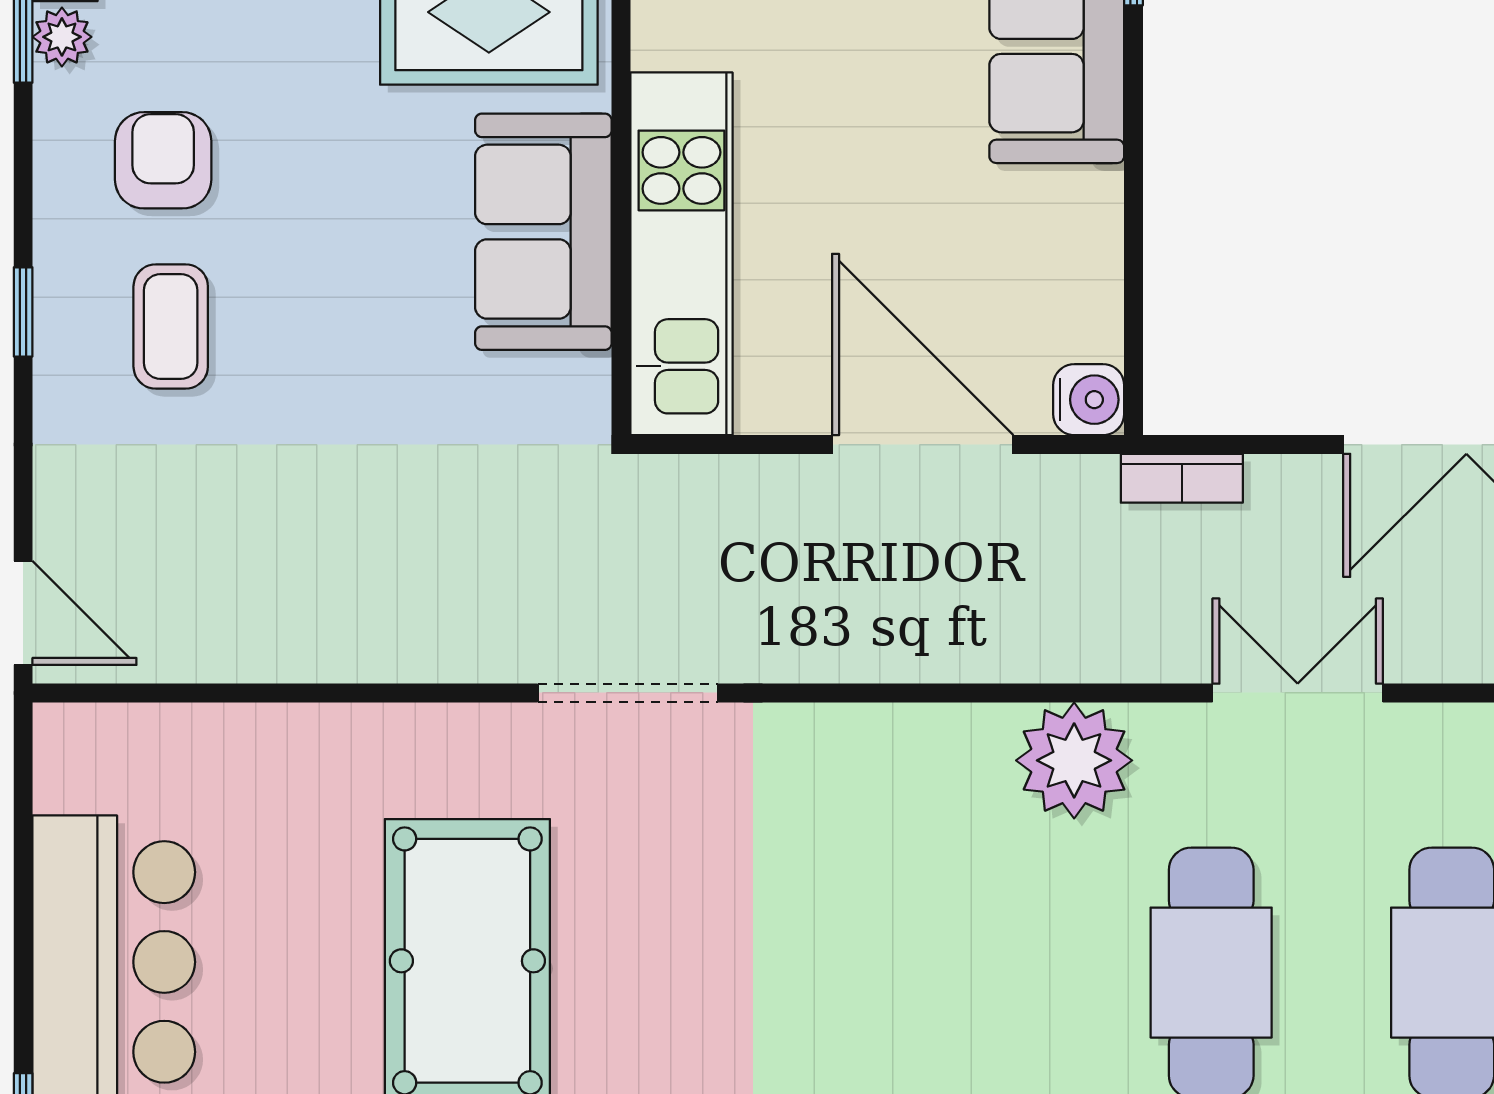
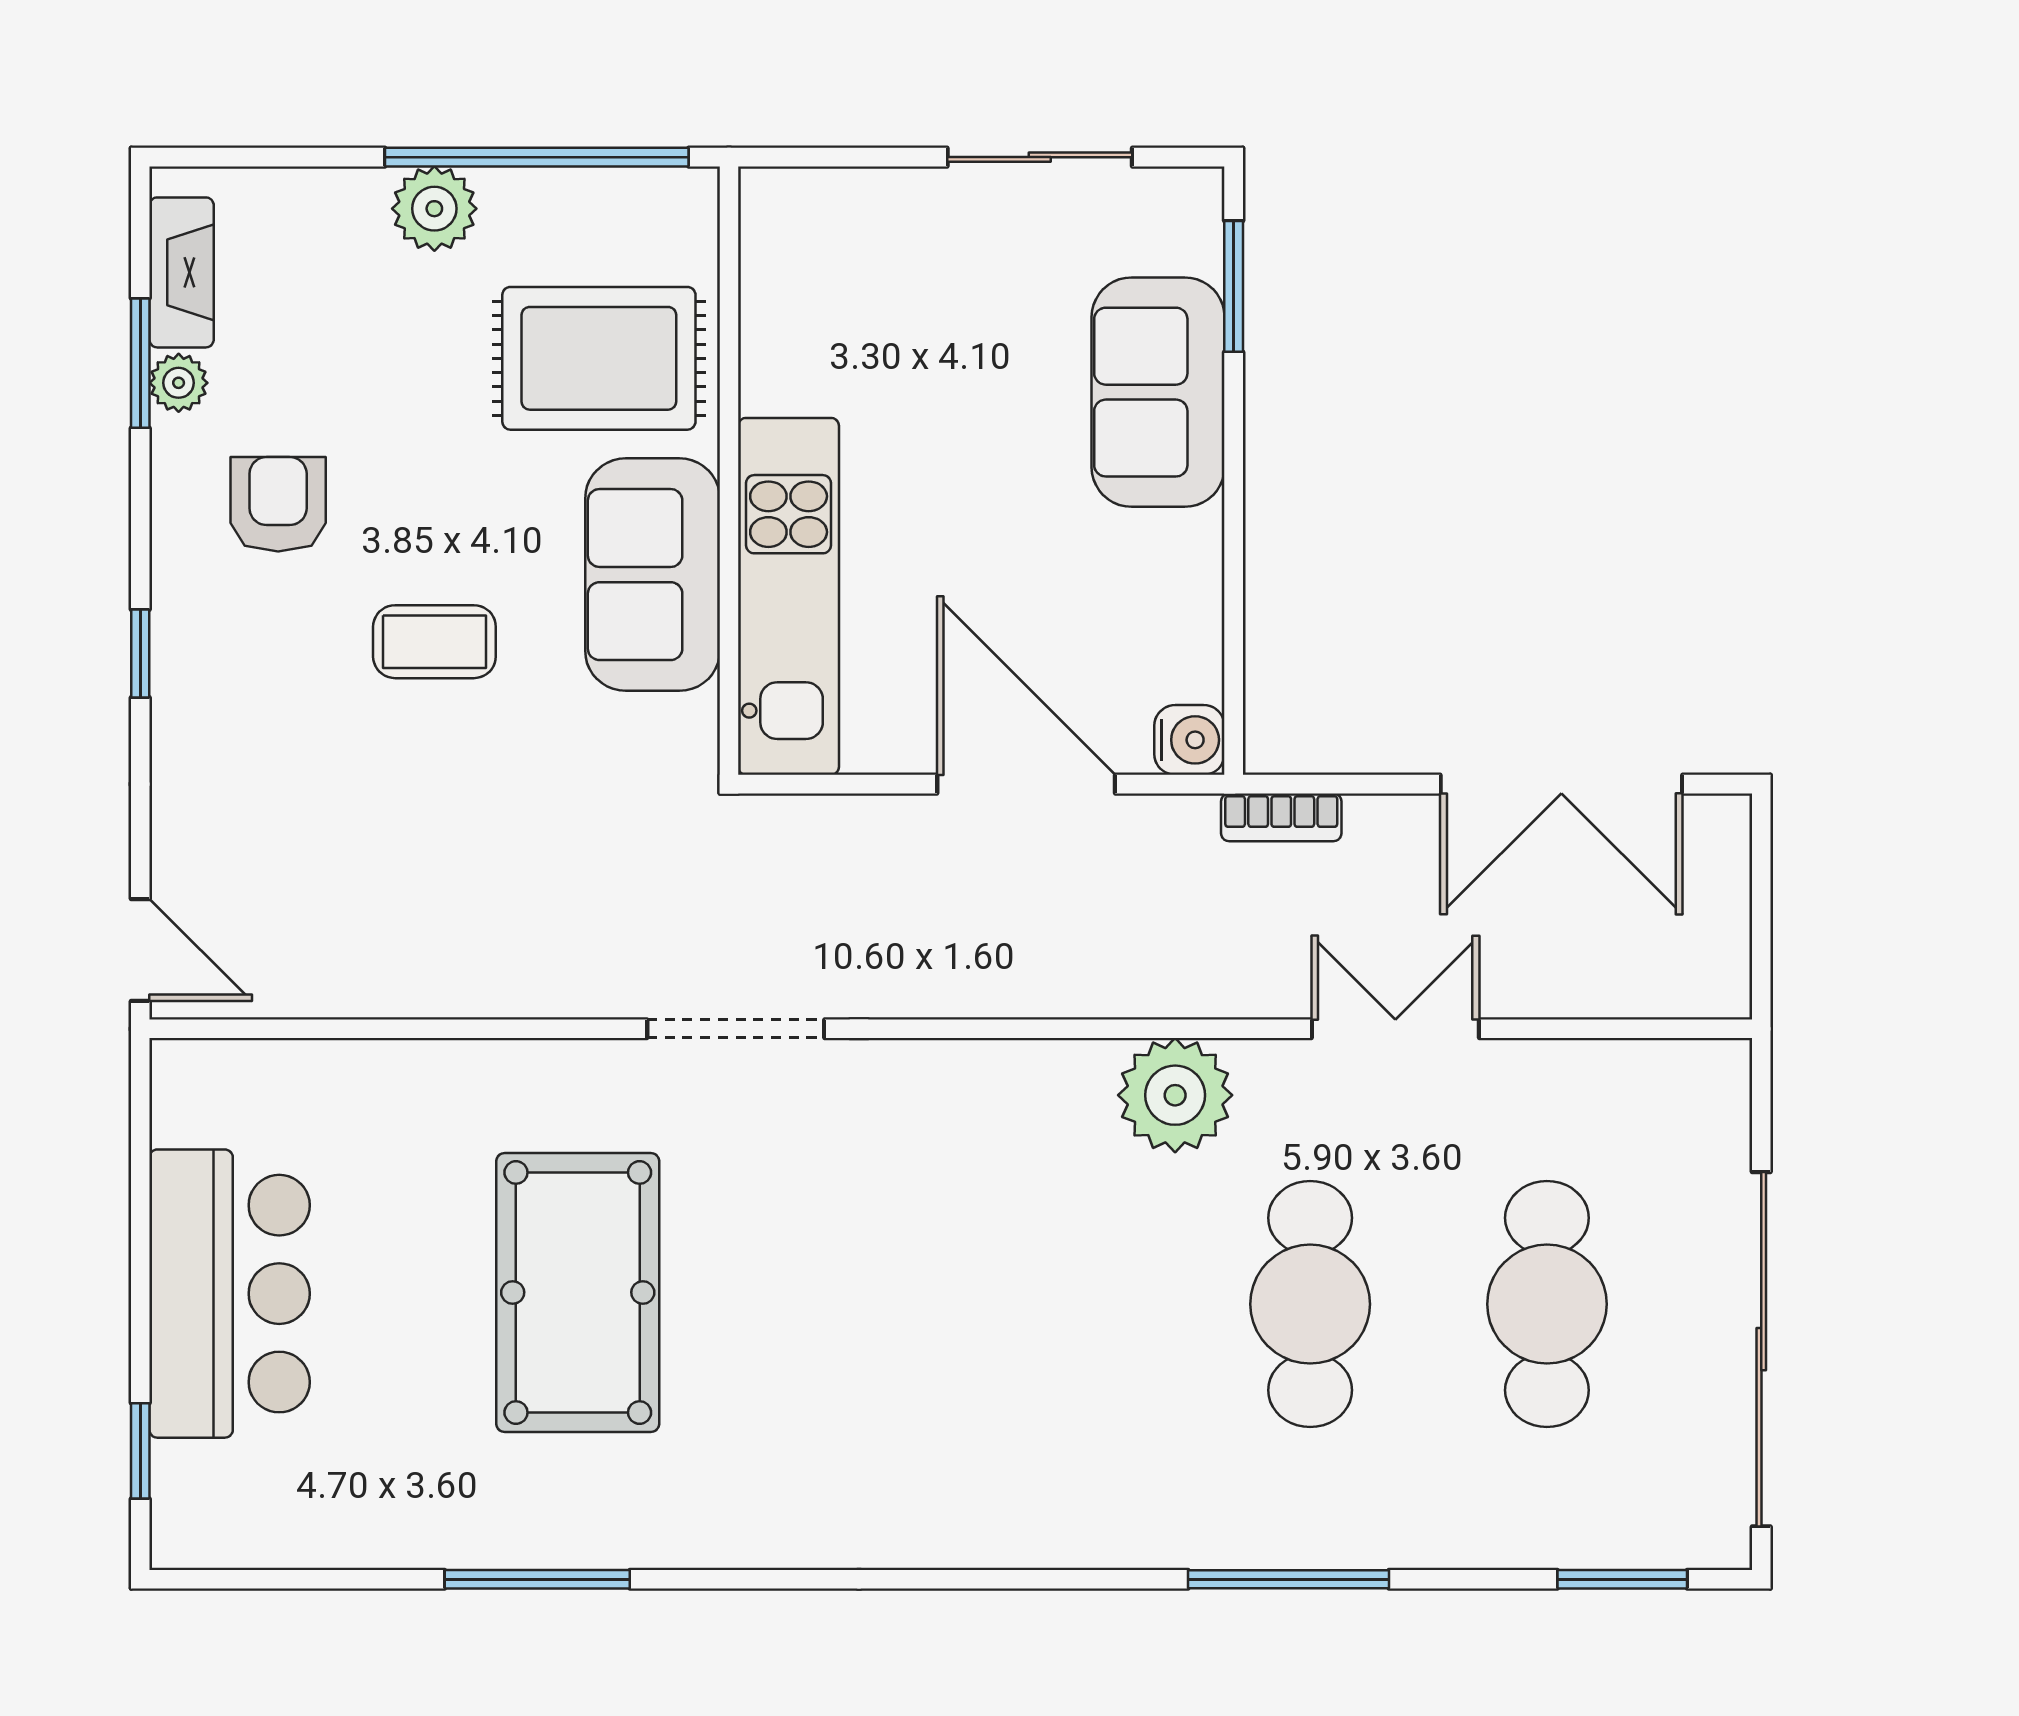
coffee table: (171, 327) -> (434, 642), moved, turned 90

